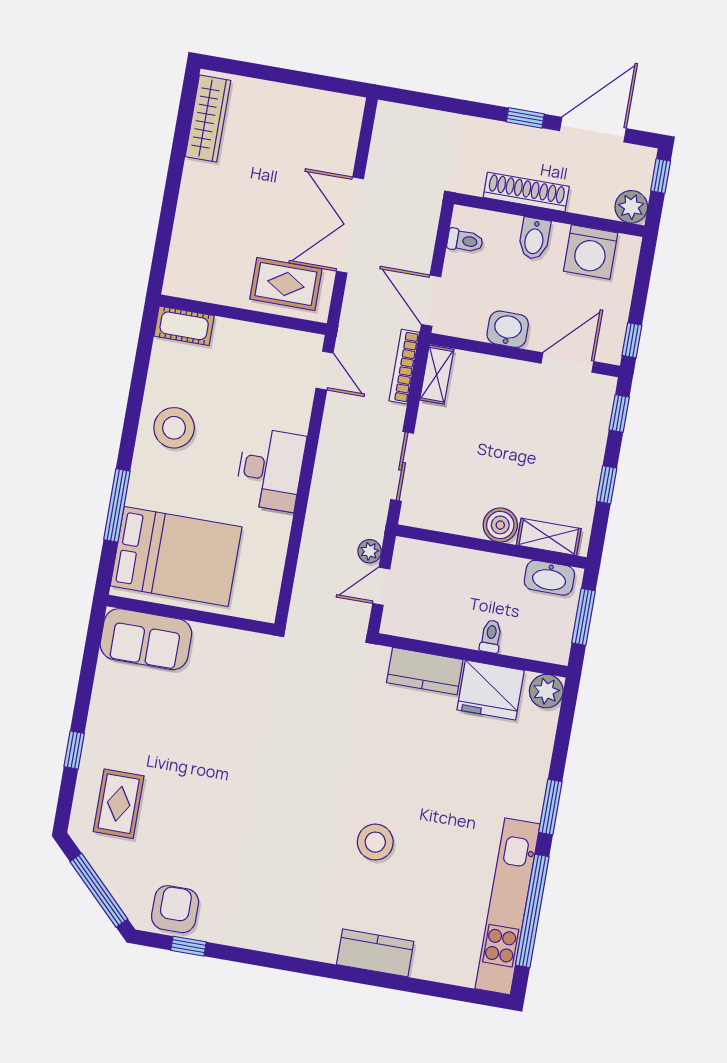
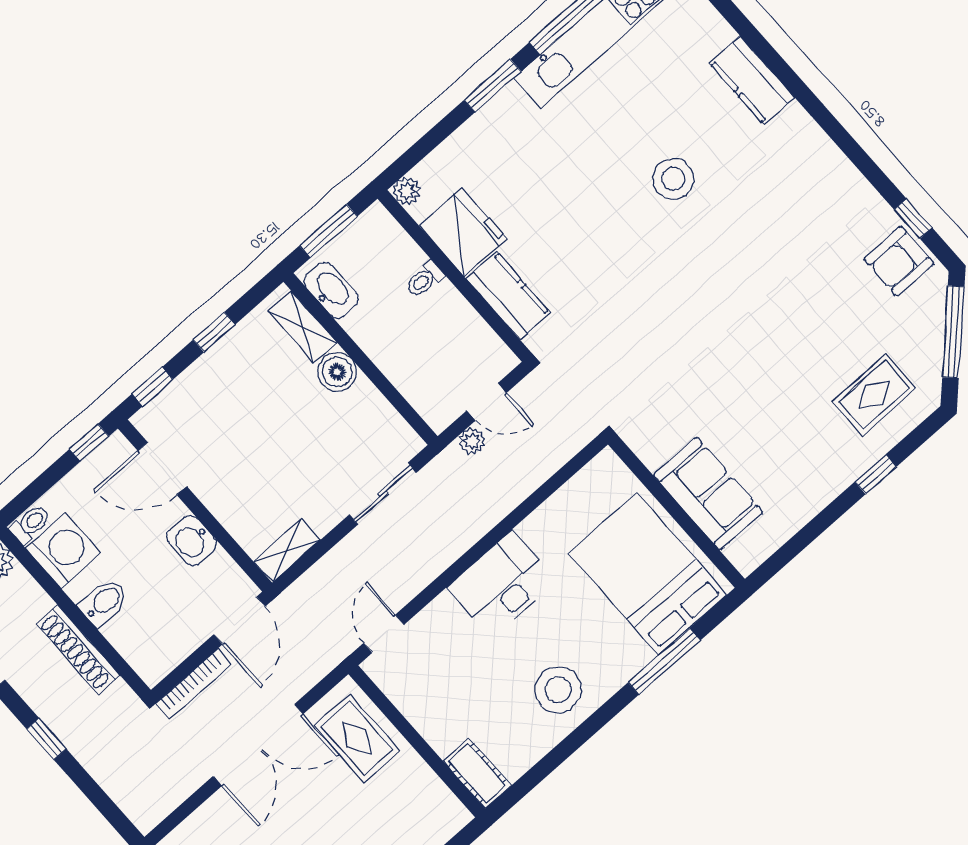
window: (525, 118) -> (47, 739), moved
toilet: (465, 241) -> (30, 524), moved, turned 90
bookcase: (404, 367) -> (193, 684), moved
sofa: (146, 639) -> (708, 494), moved
plant: (546, 691) -> (407, 191), width x0.73, depth x0.73

